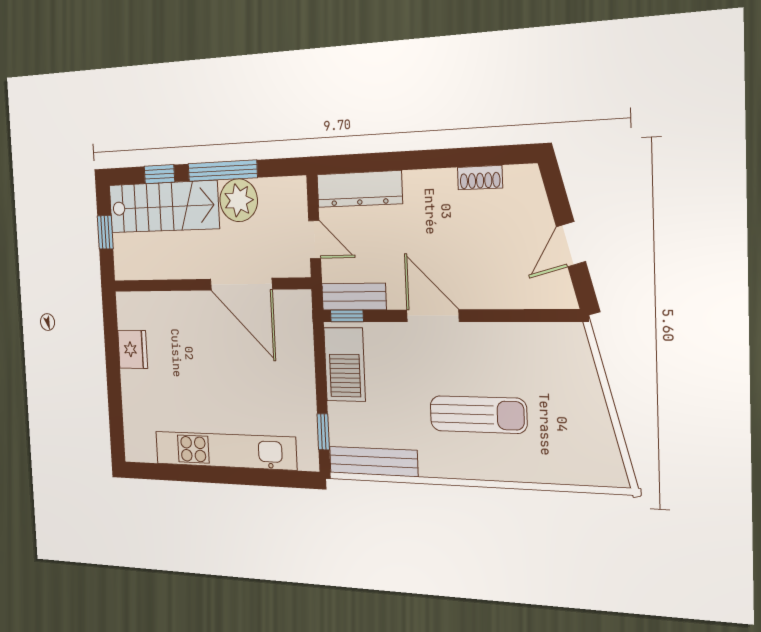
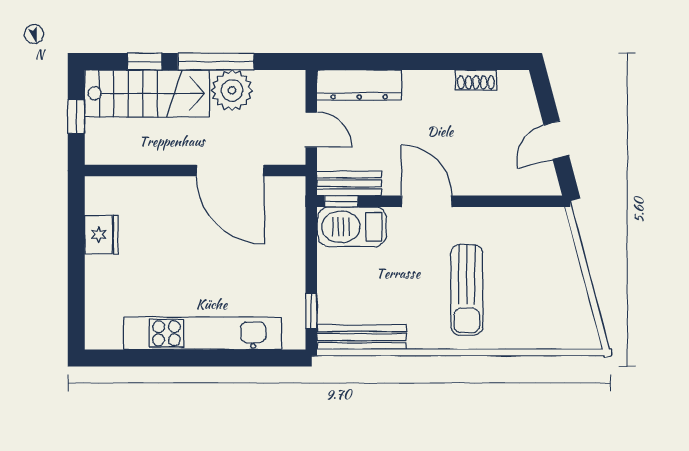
barbecue: (345, 364) -> (352, 227), moved, turned 90
sun lounger: (478, 415) -> (467, 290), turned 90

